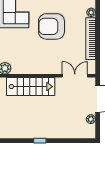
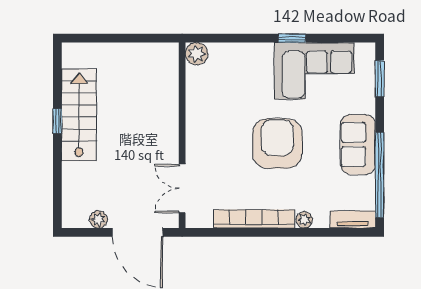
double door: (75, 76) -> (182, 189), swing flipped
stairs: (31, 87) -> (79, 115), moved, turned 180

